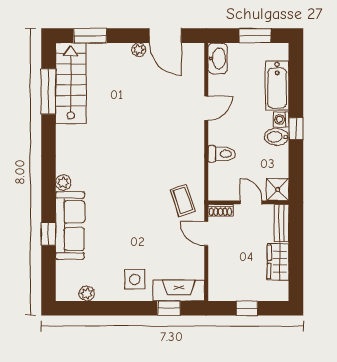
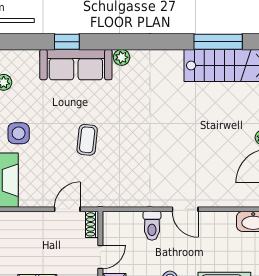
door: (206, 108) -> (185, 209), moved
coffee table: (183, 200) -> (87, 140), moved, turned -66

